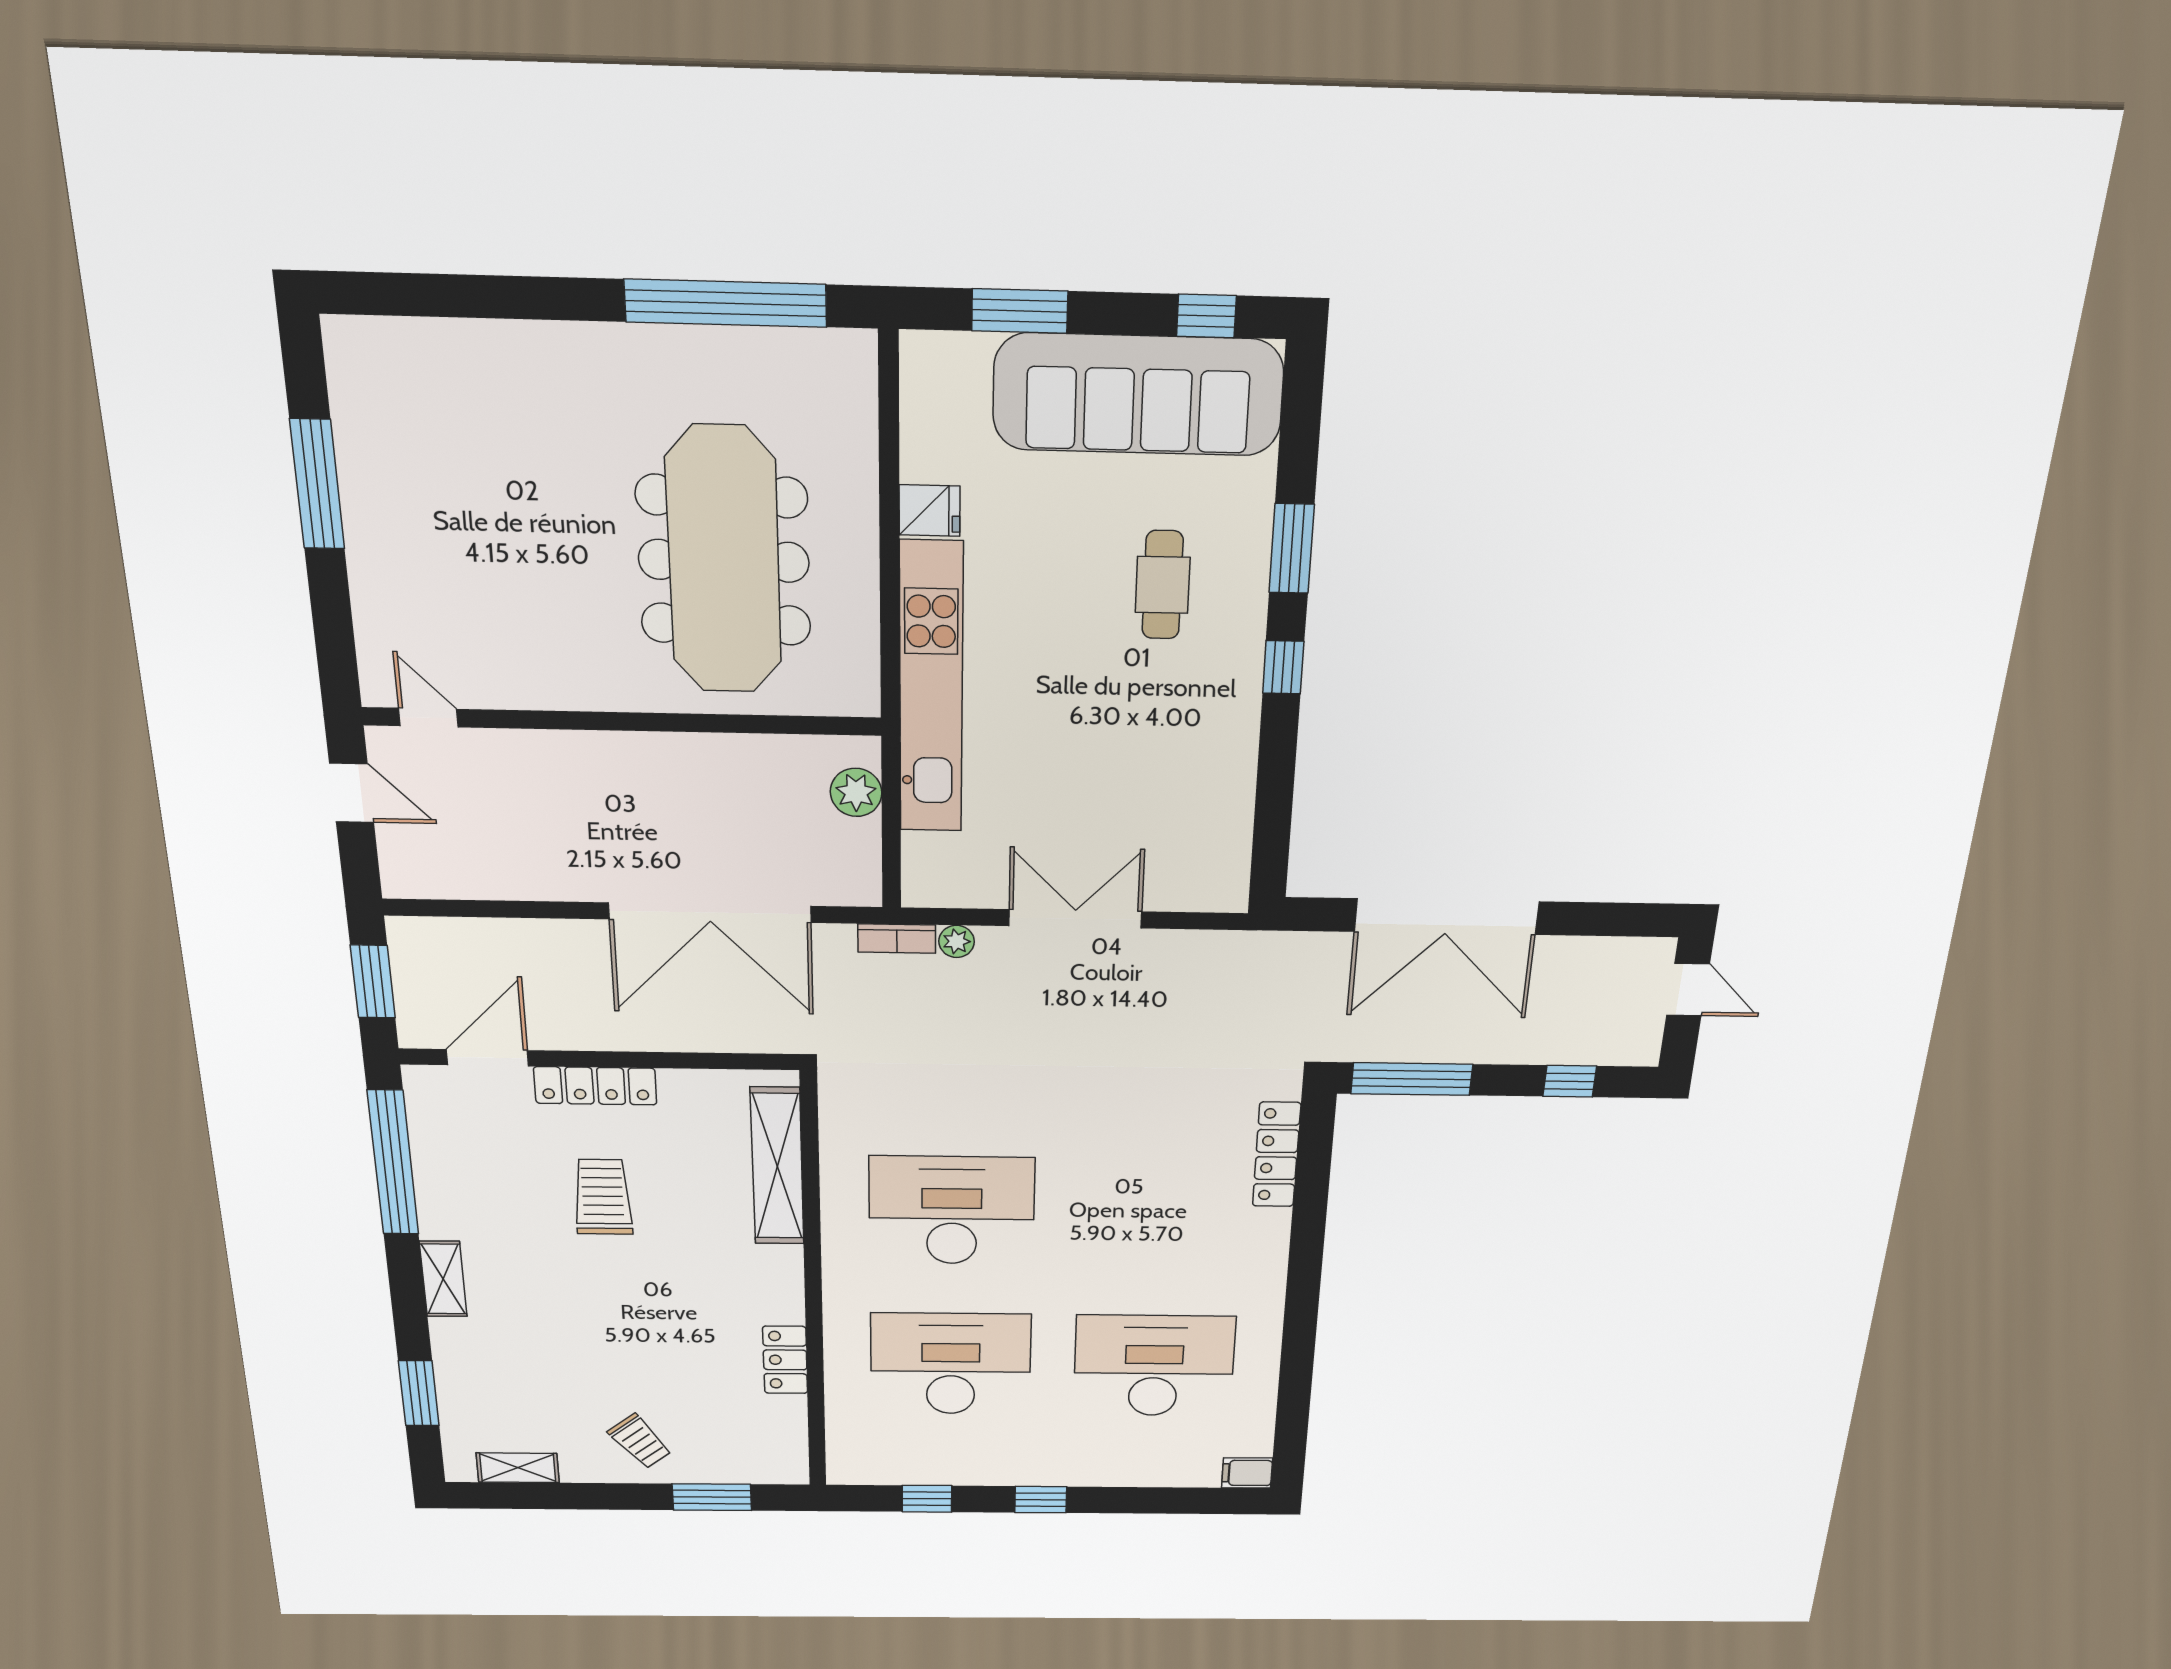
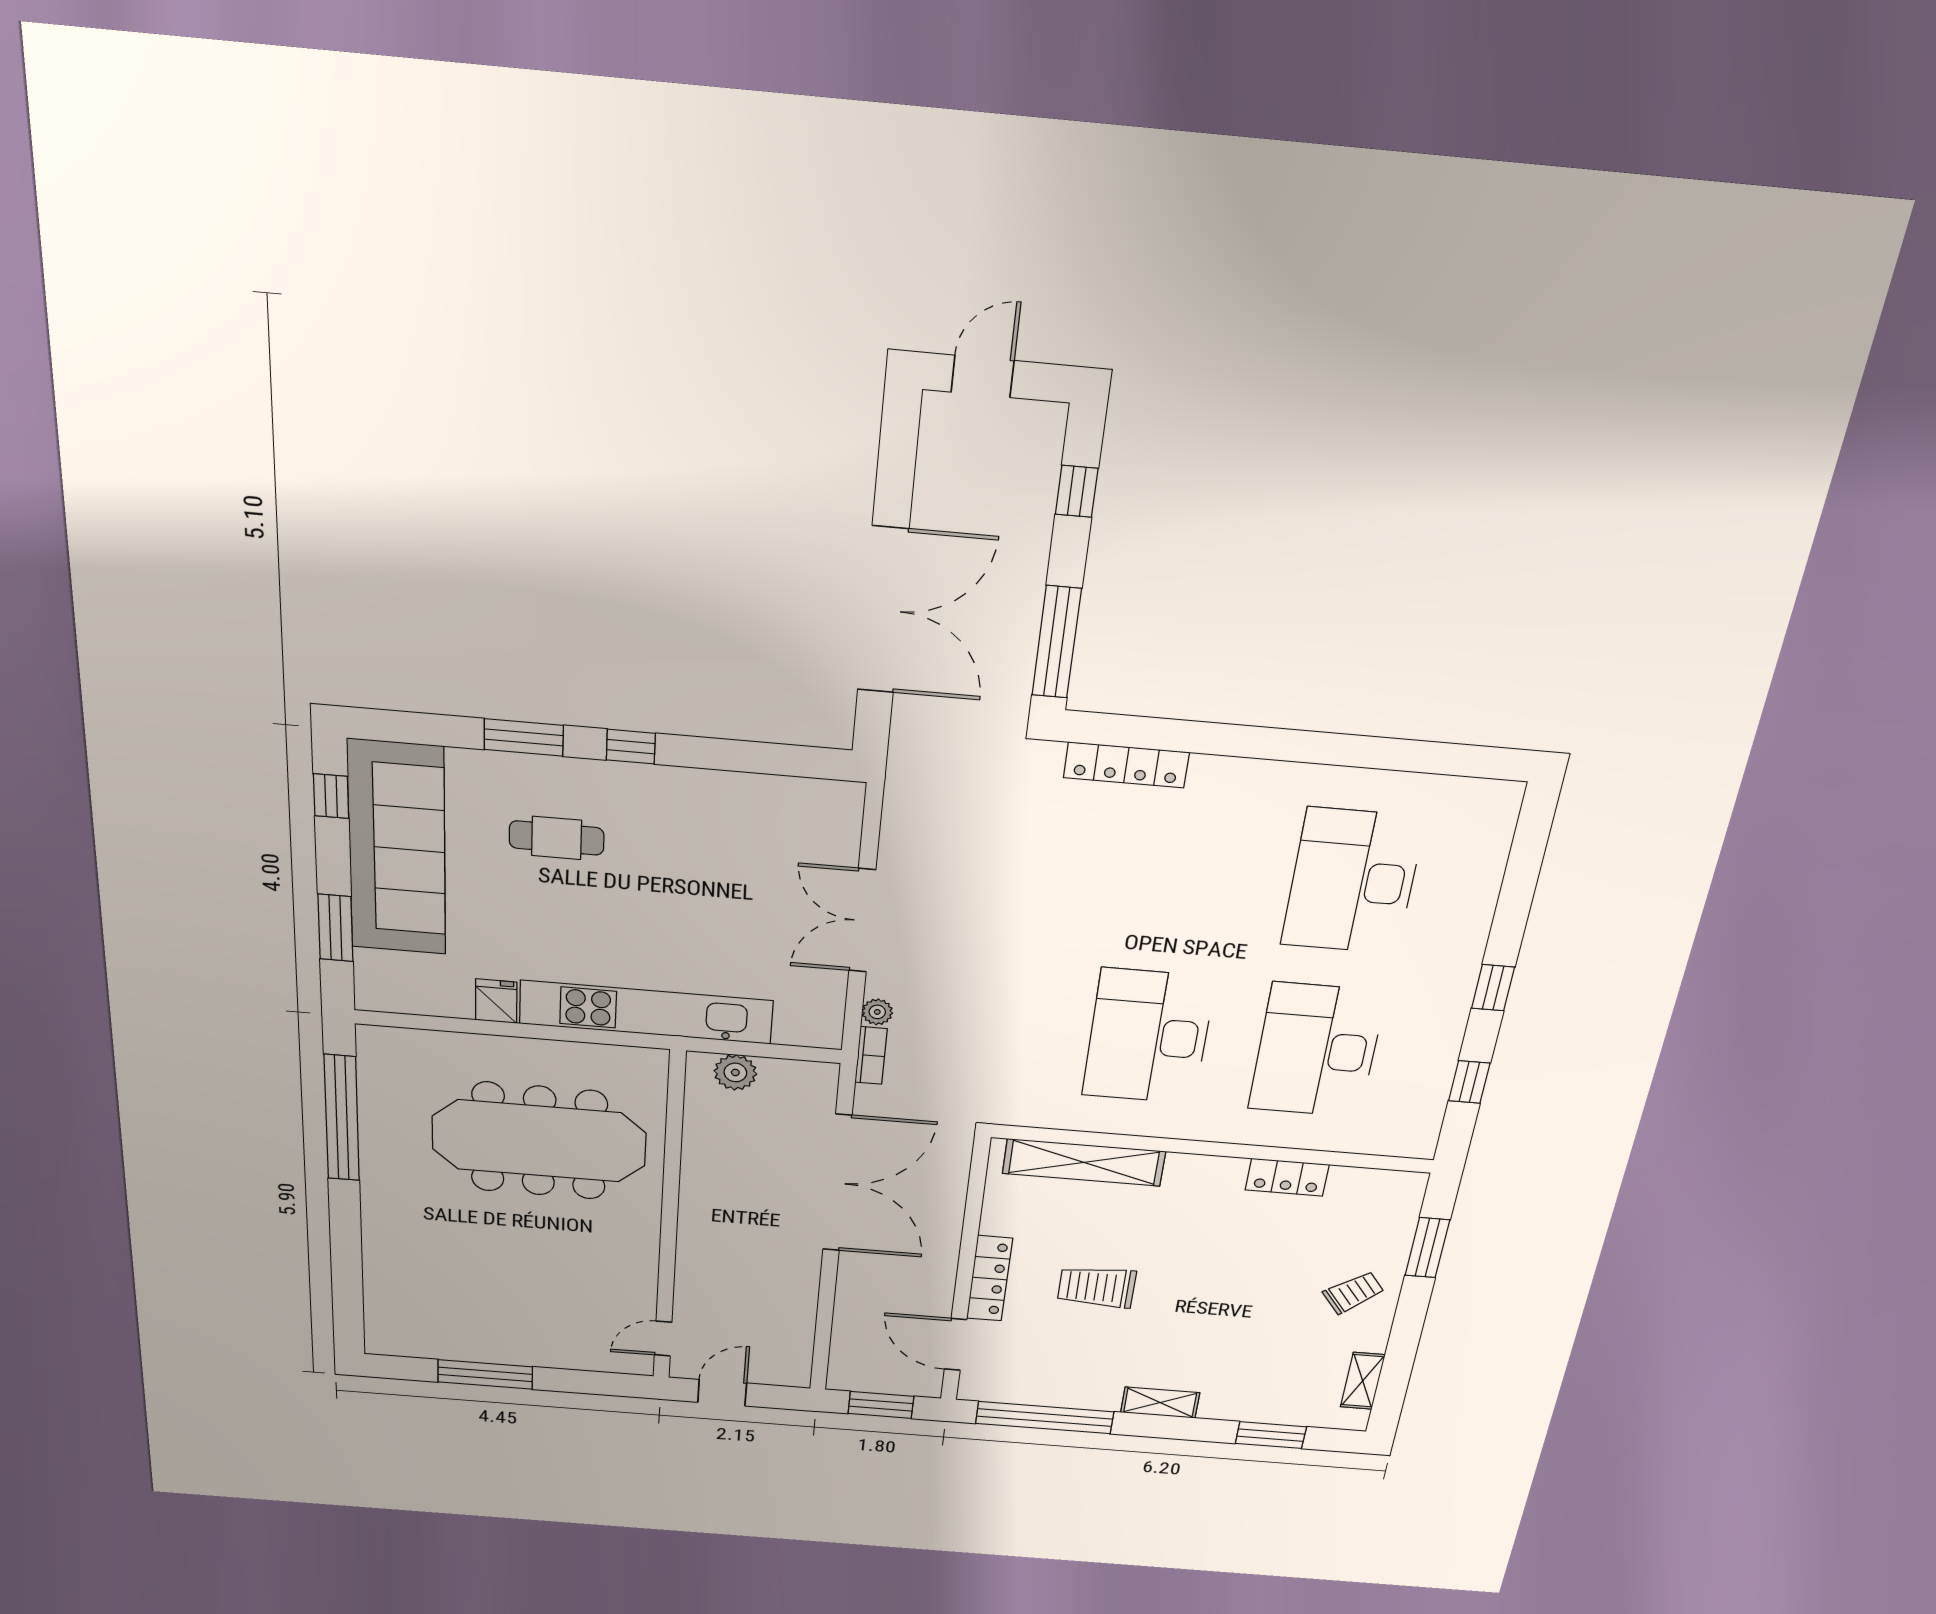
filing cabinet: (1247, 1473) -> (1503, 803), removed

